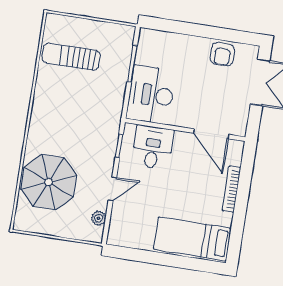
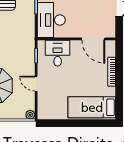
door: (112, 189) -> (36, 84), swing flipped
plant: (99, 218) -> (30, 115), moved

